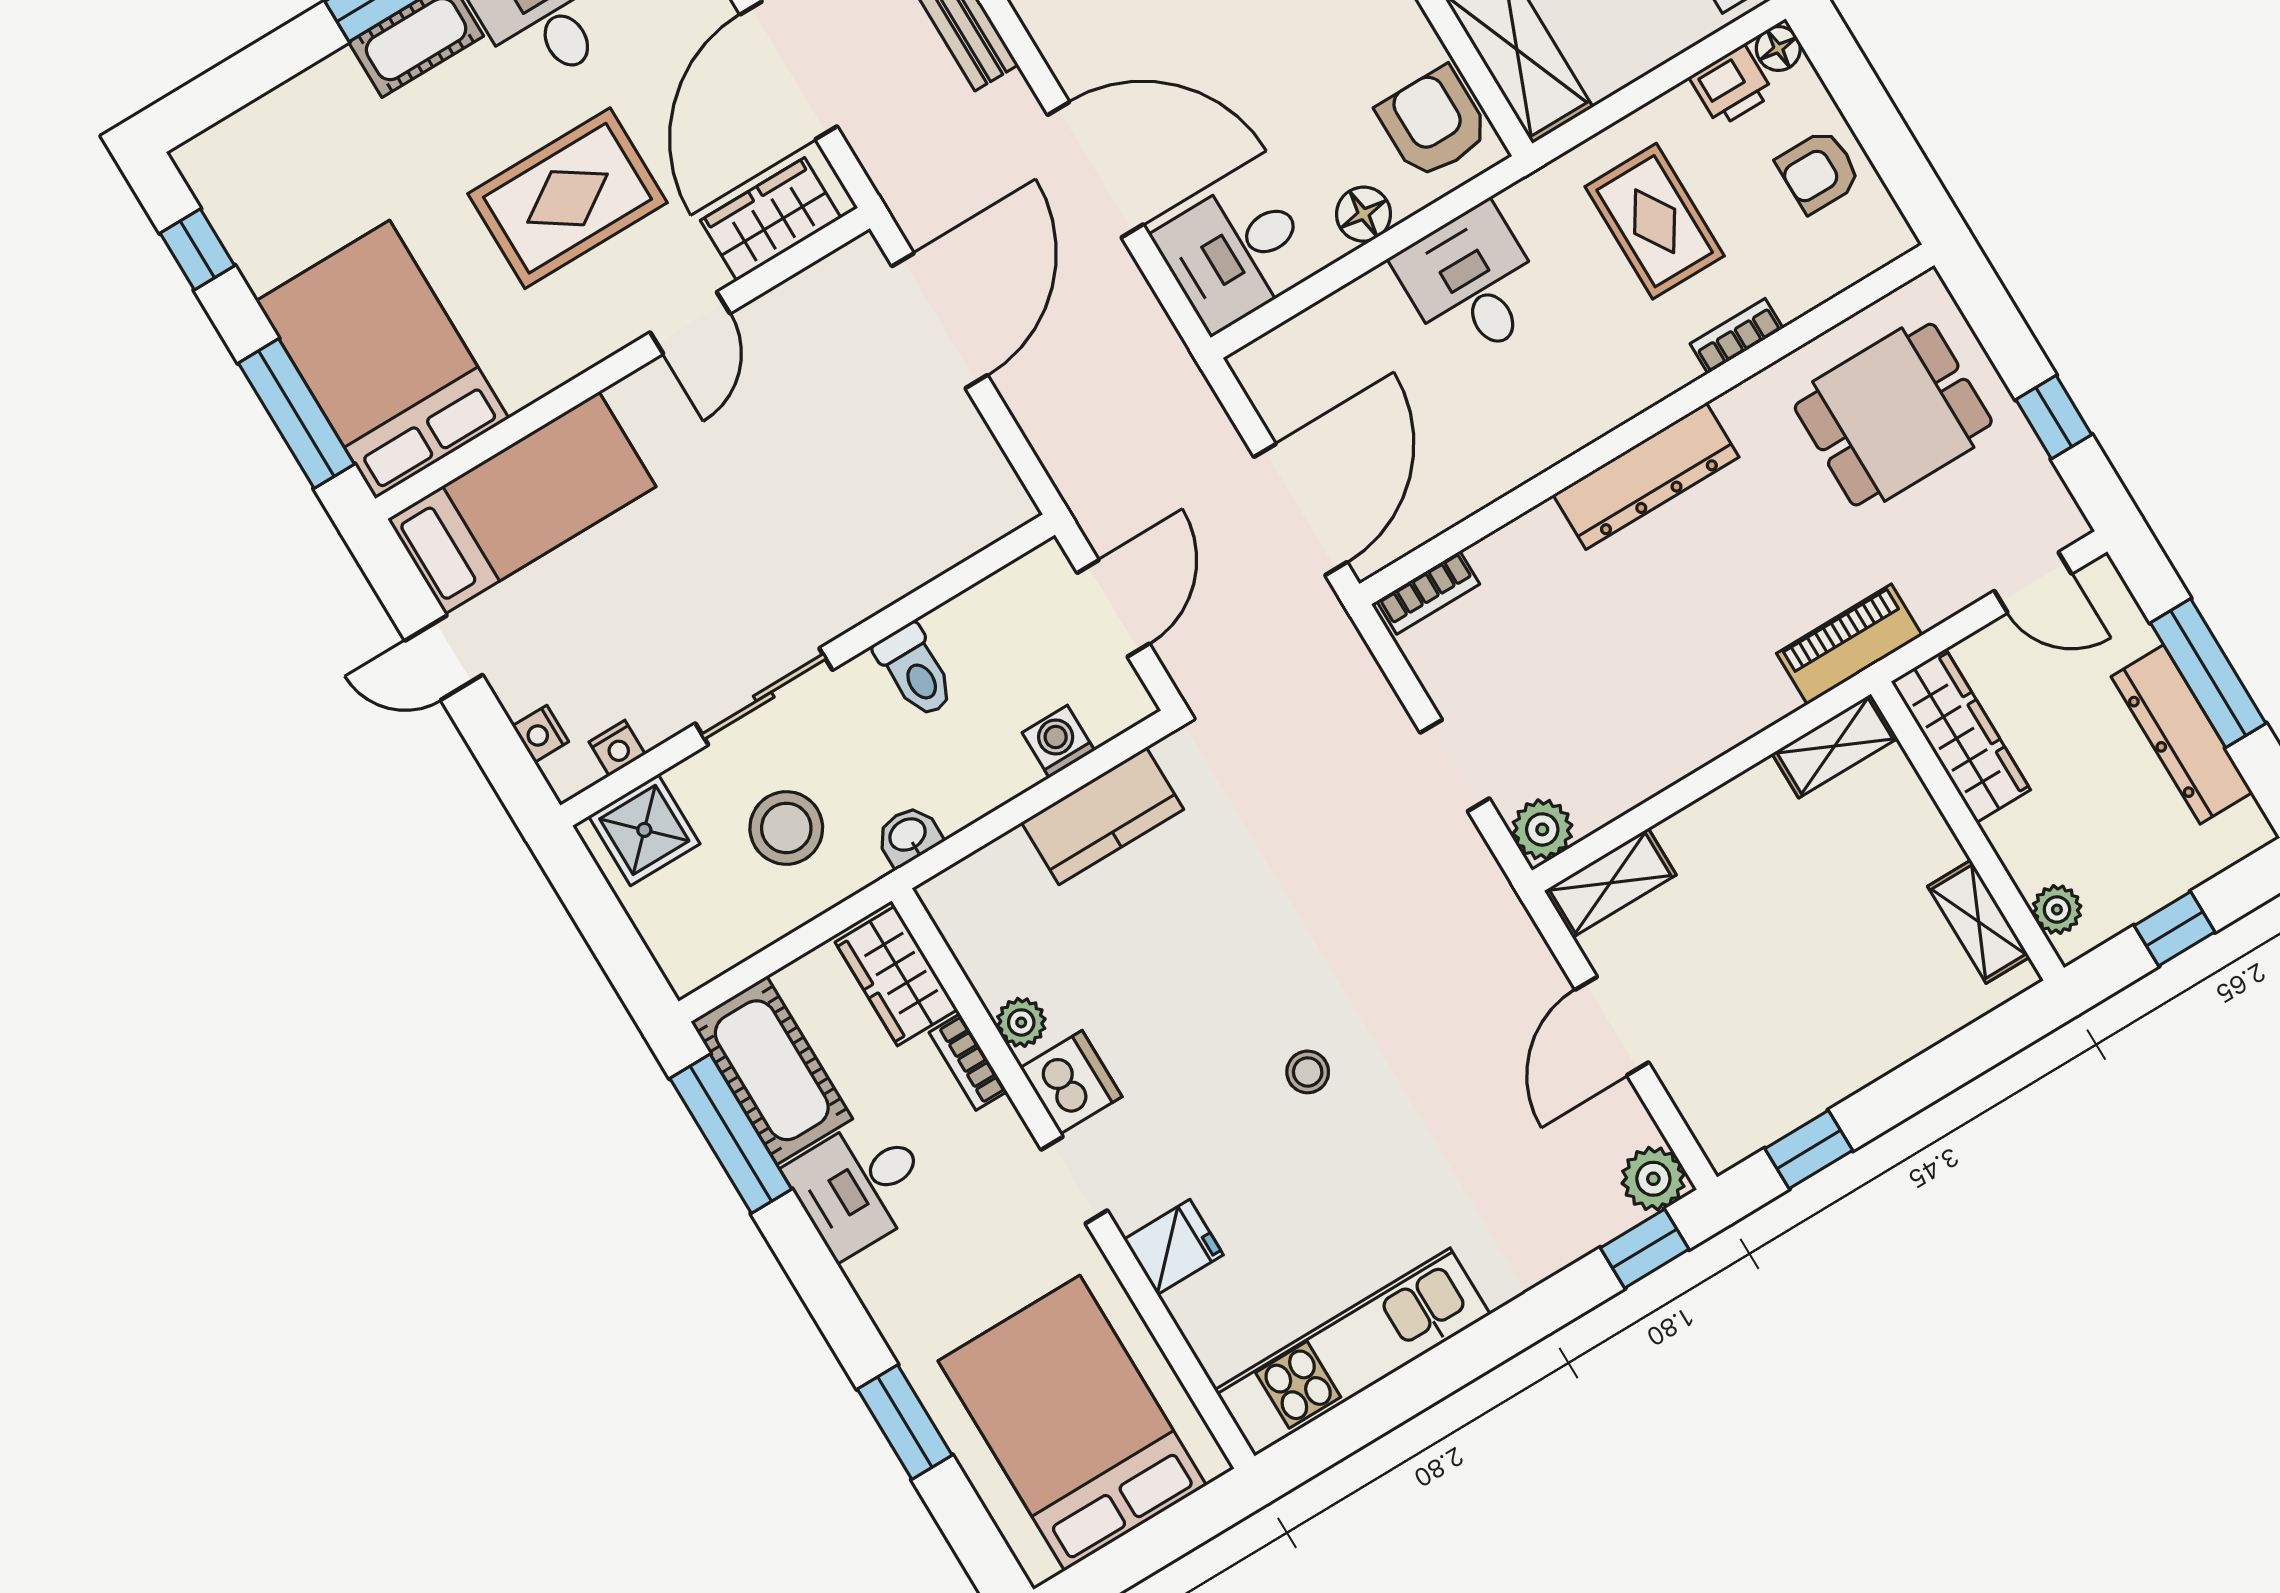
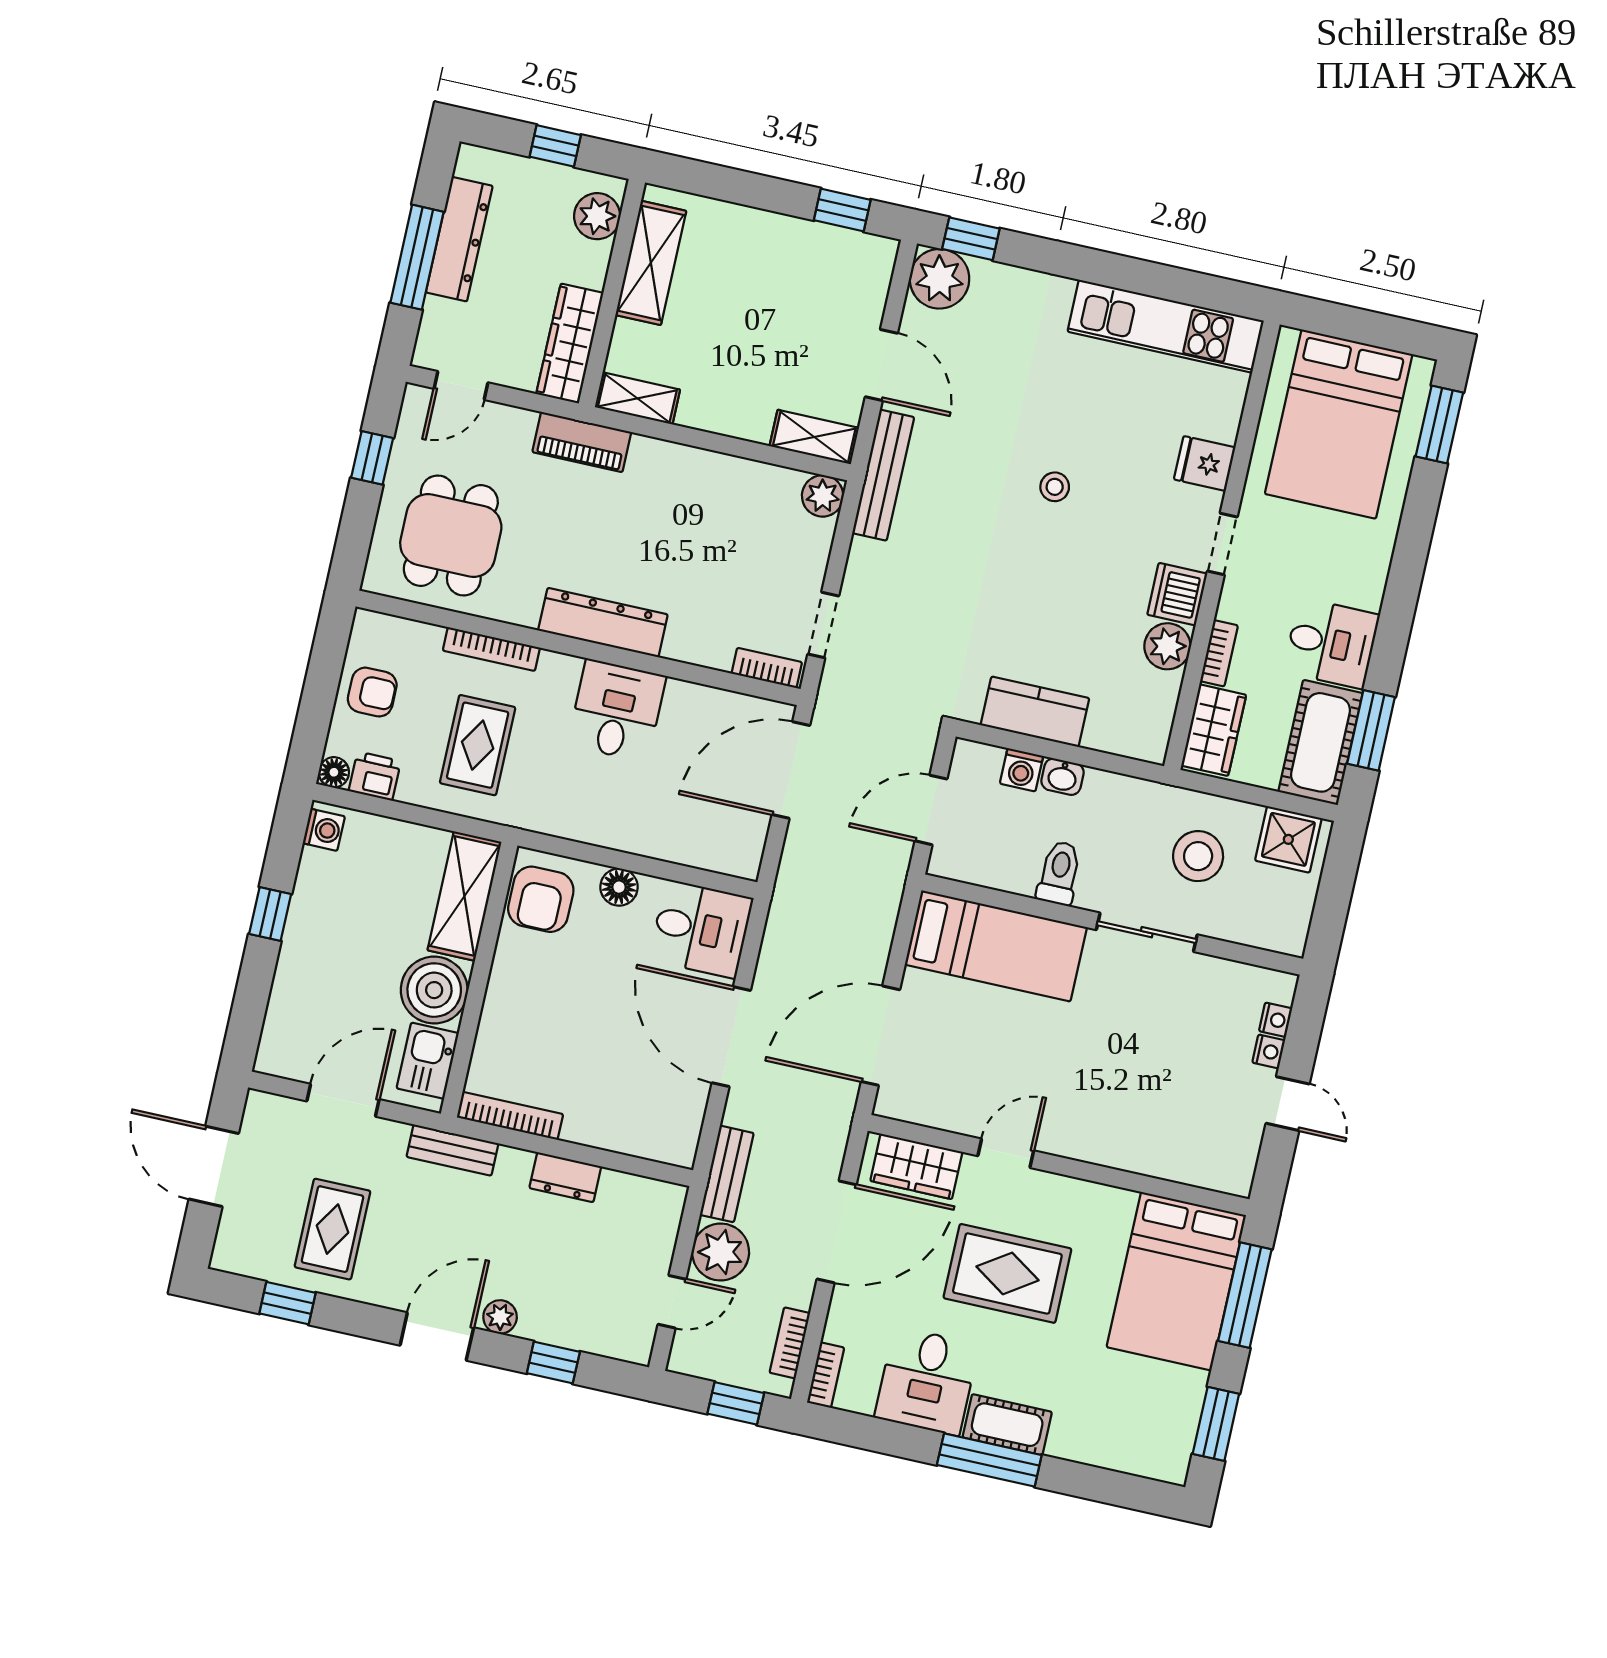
window: (197, 249) -> (1216, 1424), width x1.50
desk: (1472, 284) -> (617, 710), moved, turned 180
bookcase: (1737, 336) -> (491, 649), width x1.56
dining table: (1893, 415) -> (451, 535), turned 90
bed: (522, 503) -> (996, 946), moved, turned 180
door: (2033, 582) -> (461, 386), swing flipped
nightstand: (617, 748) -> (1269, 1051), moved, turned 90
doorway: (1455, 766) -> (823, 625), moved
shower: (644, 830) -> (1288, 839), moved
washbasin: (908, 836) -> (1062, 777), moved
plant: (2057, 910) -> (597, 216), width x1.38, depth x1.38
bench: (1500, 912) -> (883, 475), added
shelving: (1979, 922) -> (651, 263), width x1.50, depth x1.33
plant: (1021, 1022) -> (1167, 646), width x1.38, depth x1.38
door: (1612, 1026) -> (881, 365), hinge flipped
window: (731, 1134) -> (1371, 730), width x0.69
plant: (1653, 1179) -> (939, 279), width x1.36, depth x1.36
window: (905, 1422) -> (1439, 425), moved

